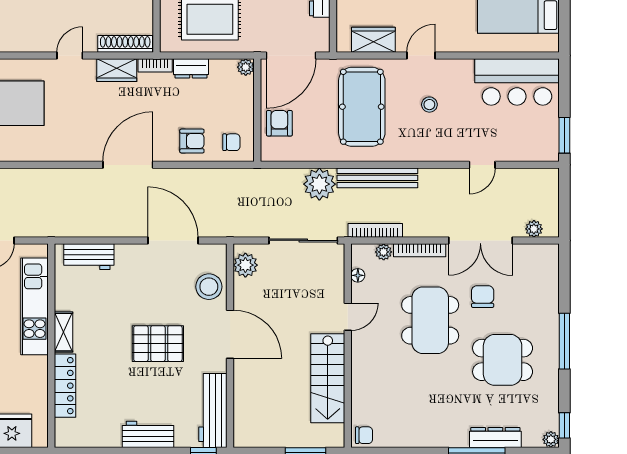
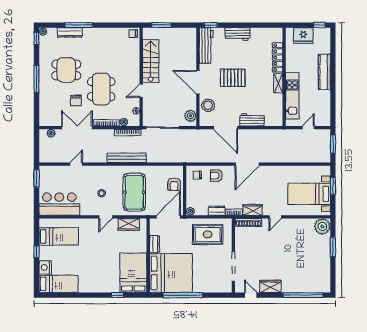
plant: (319, 184) -> (155, 155), removed
workbench: (89, 257) -> (252, 120), moved

